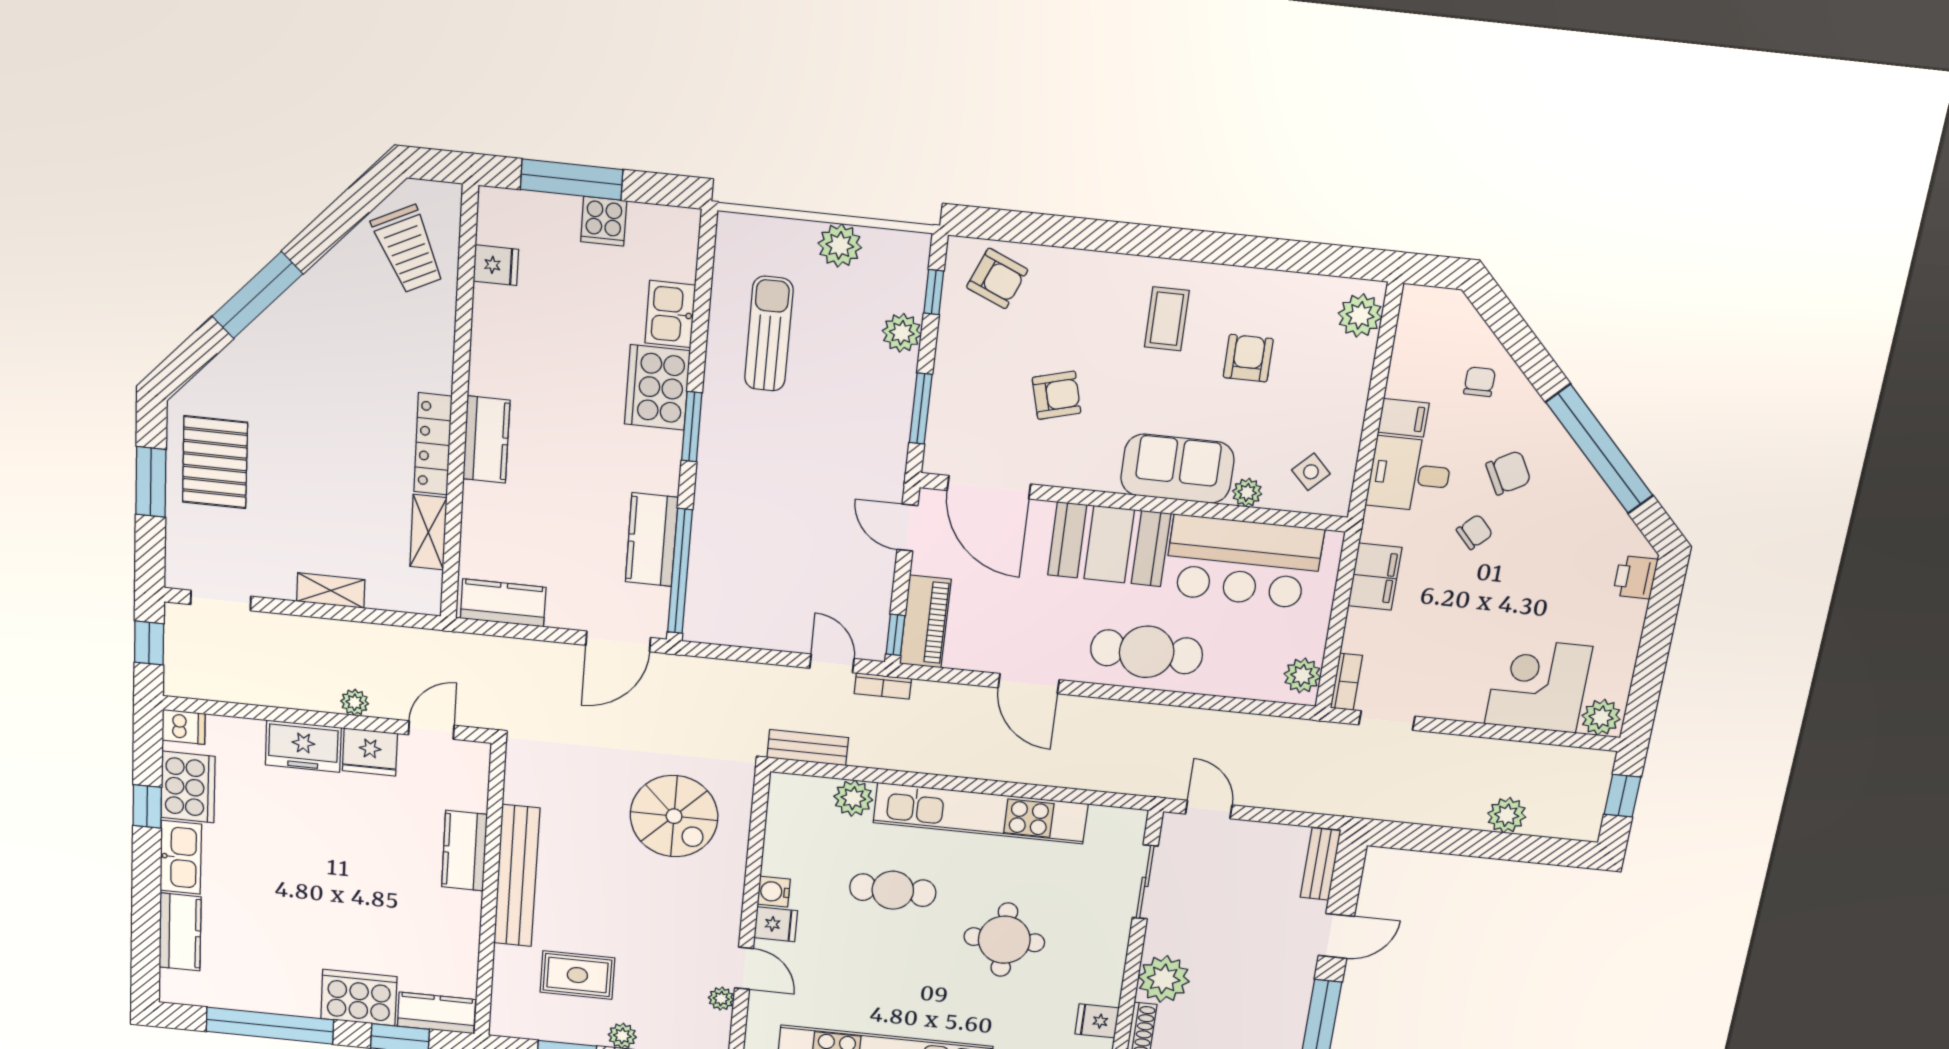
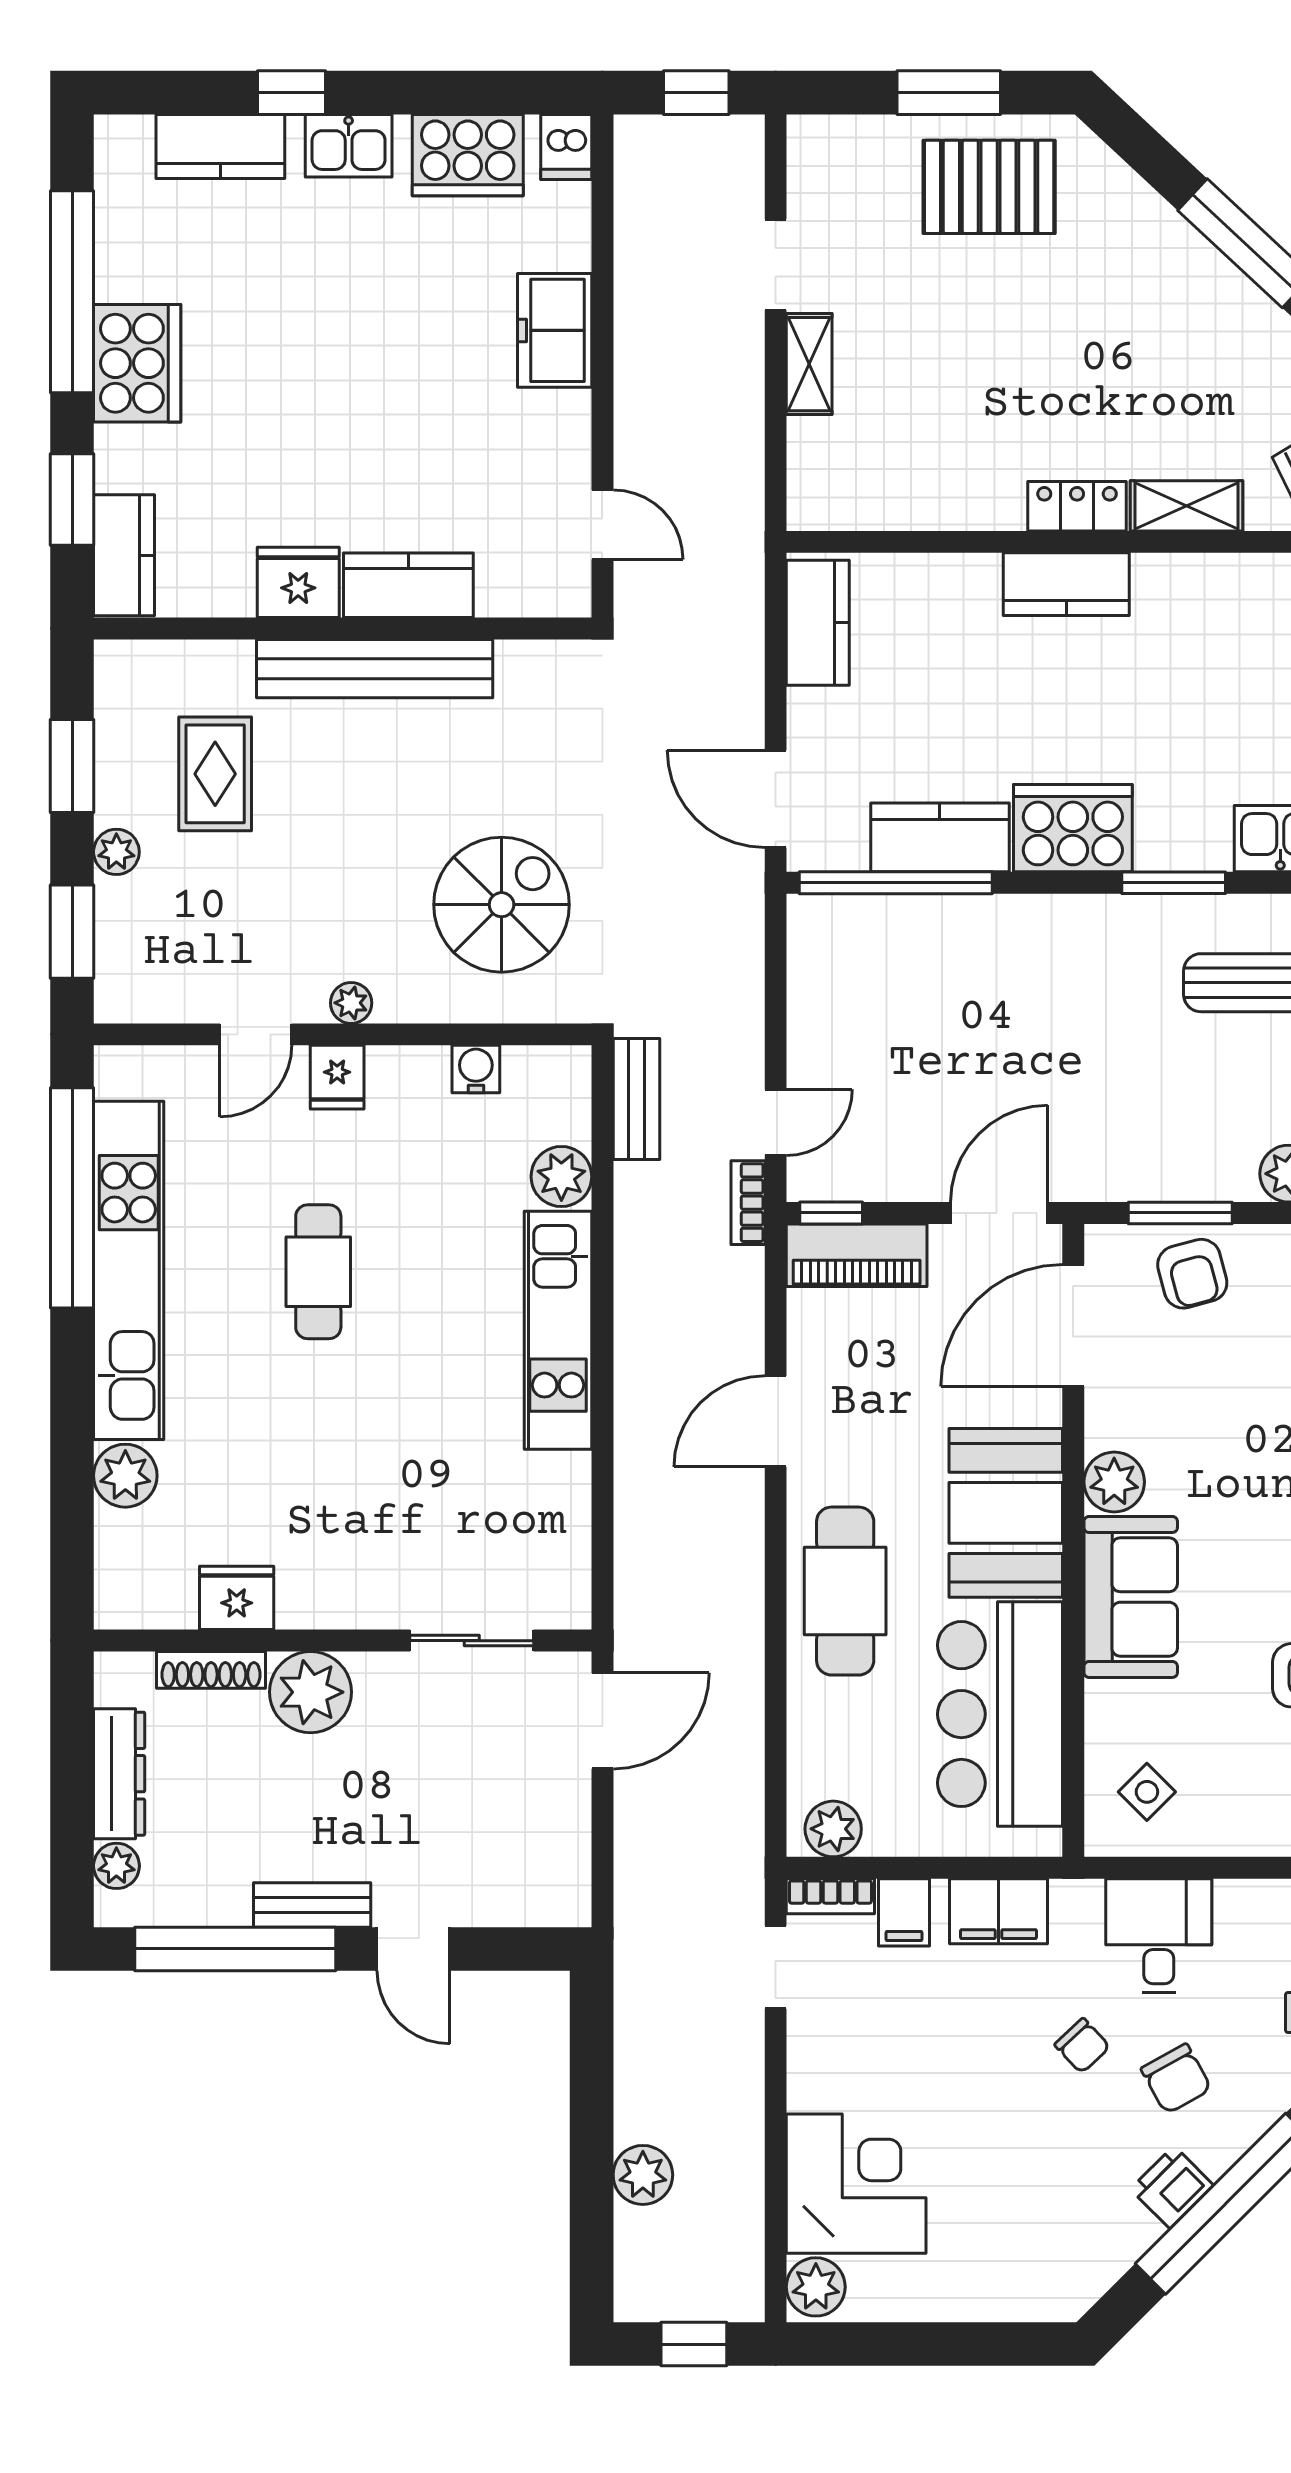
cooker: (657, 387) -> (1073, 828), moved
armchair: (1057, 395) -> (1192, 1274), moved
filing cabinet: (1403, 418) -> (904, 1912), moved
window: (692, 427) -> (1174, 883), moved
locker: (433, 444) -> (1077, 506), width x0.66
plant: (1247, 492) -> (1114, 1482), moved, width x1.38, depth x1.38
door: (907, 528) -> (999, 1213), width x1.38
shelving: (428, 532) -> (1186, 506), moved
printer: (1635, 577) -> (1172, 2187), moved, turned -45
doorway: (221, 600) -> (776, 265), moved
plant: (355, 702) -> (635, 406), removed
fridge: (370, 752) -> (298, 582), moved, turned 90
window: (147, 806) -> (291, 93), moved
door: (1209, 809) -> (602, 1721), width x1.38
kitchen unit: (981, 813) -> (558, 1330), width x0.73
spiral stairs: (674, 816) -> (502, 905), turned 180
kitchen sink: (181, 857) -> (349, 146), width x0.73
bench: (1320, 864) -> (312, 1905), moved
cafe table: (893, 890) -> (318, 1272), moved
water cooler: (774, 892) -> (476, 1069), moved
round table: (1004, 940) -> (350, 1435), removed
cooker: (359, 998) -> (137, 363), moved
plant: (721, 999) -> (351, 1003), moved
fridge: (1097, 1021) -> (237, 1598), width x1.38

